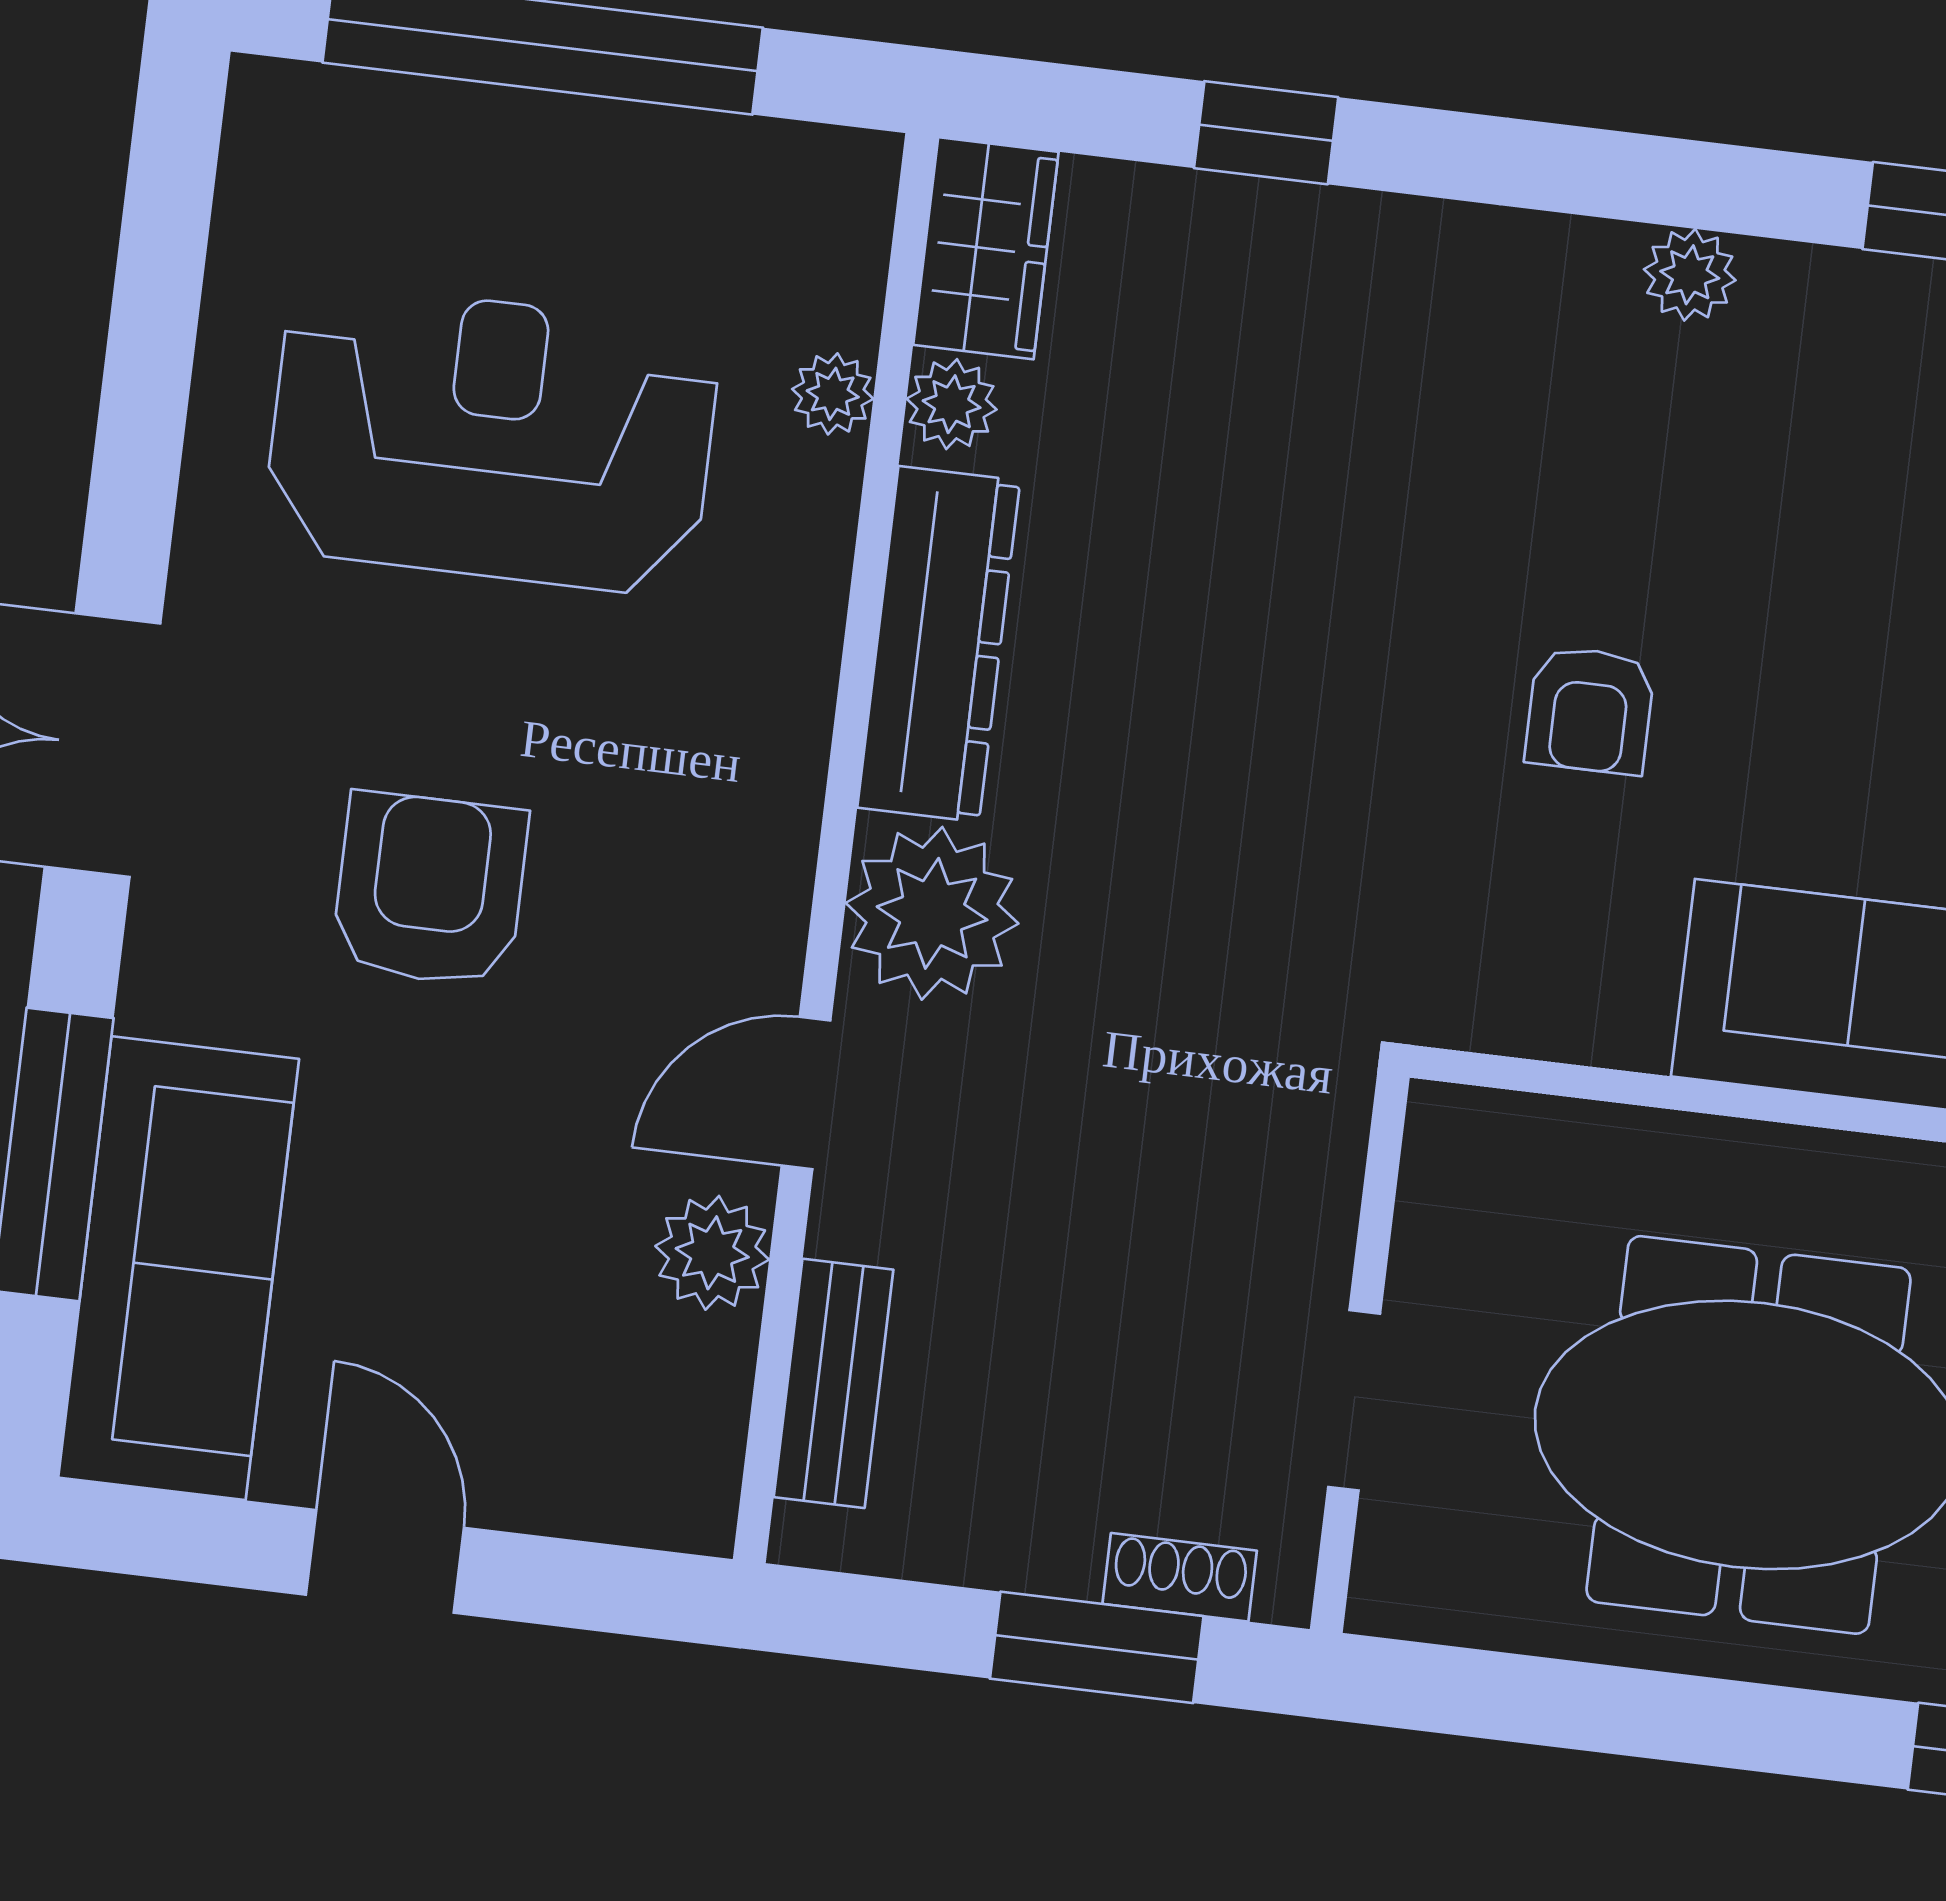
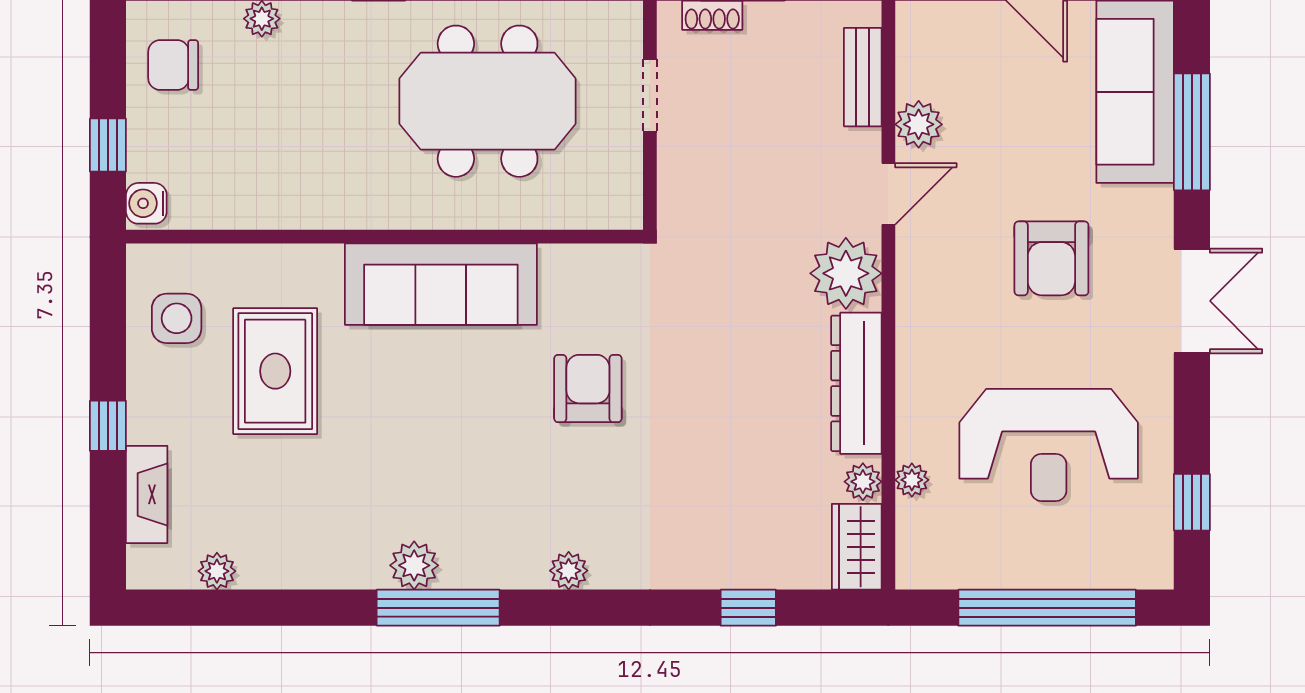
window: (161, 258) -> (1192, 502), added
armchair: (1590, 710) -> (588, 389), width x1.38, depth x1.38

